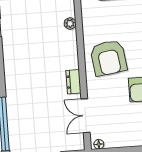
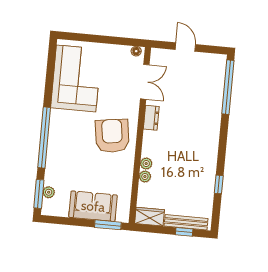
plant: (71, 36) -> (146, 164), added

